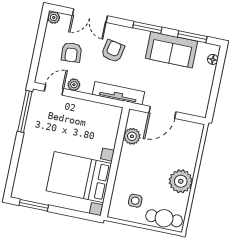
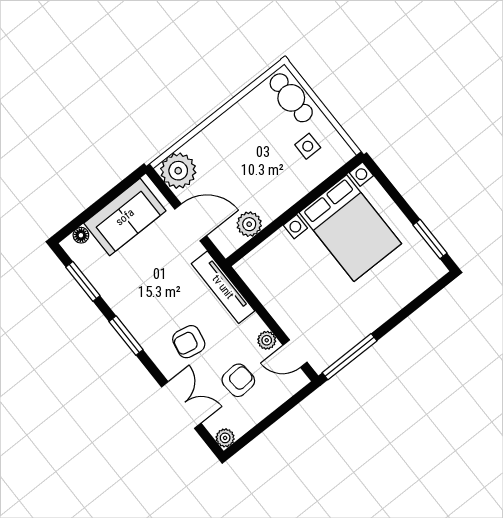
sofa: (171, 50) -> (125, 217), moved, turned 90
plant: (181, 181) -> (178, 171), moved

